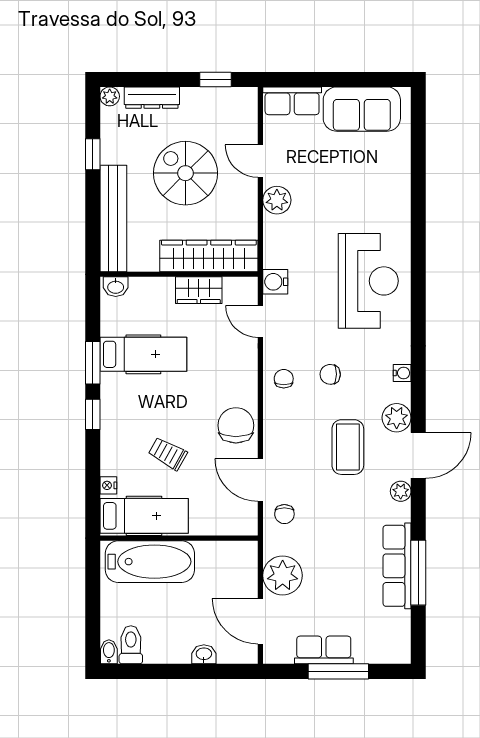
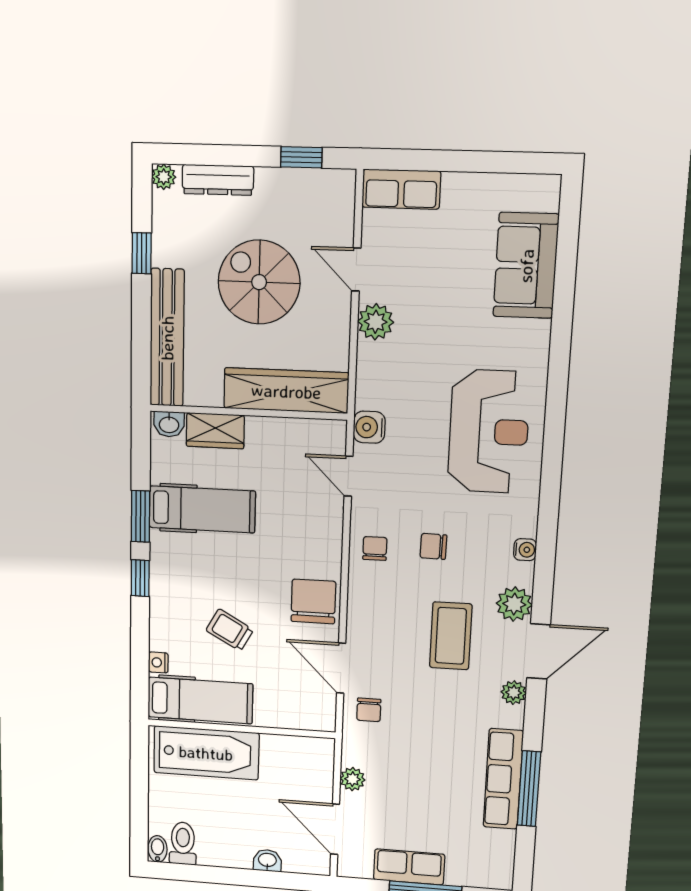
sofa: (362, 109) -> (526, 266), moved, turned 90
wardrobe: (199, 290) -> (215, 431), moved
plant: (283, 575) -> (353, 779), width x0.53, depth x0.53

